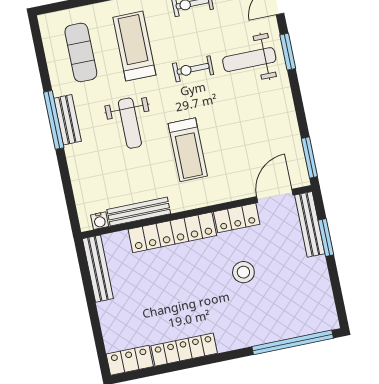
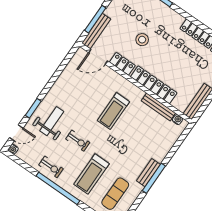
weight bench: (249, 60) -> (52, 121), turned -90
weight bench: (130, 123) -> (125, 145), removed
treadmill: (188, 150) -> (113, 111), turned 180
window: (309, 158) -> (69, 58), removed
window: (326, 237) -> (95, 19), width x1.44

